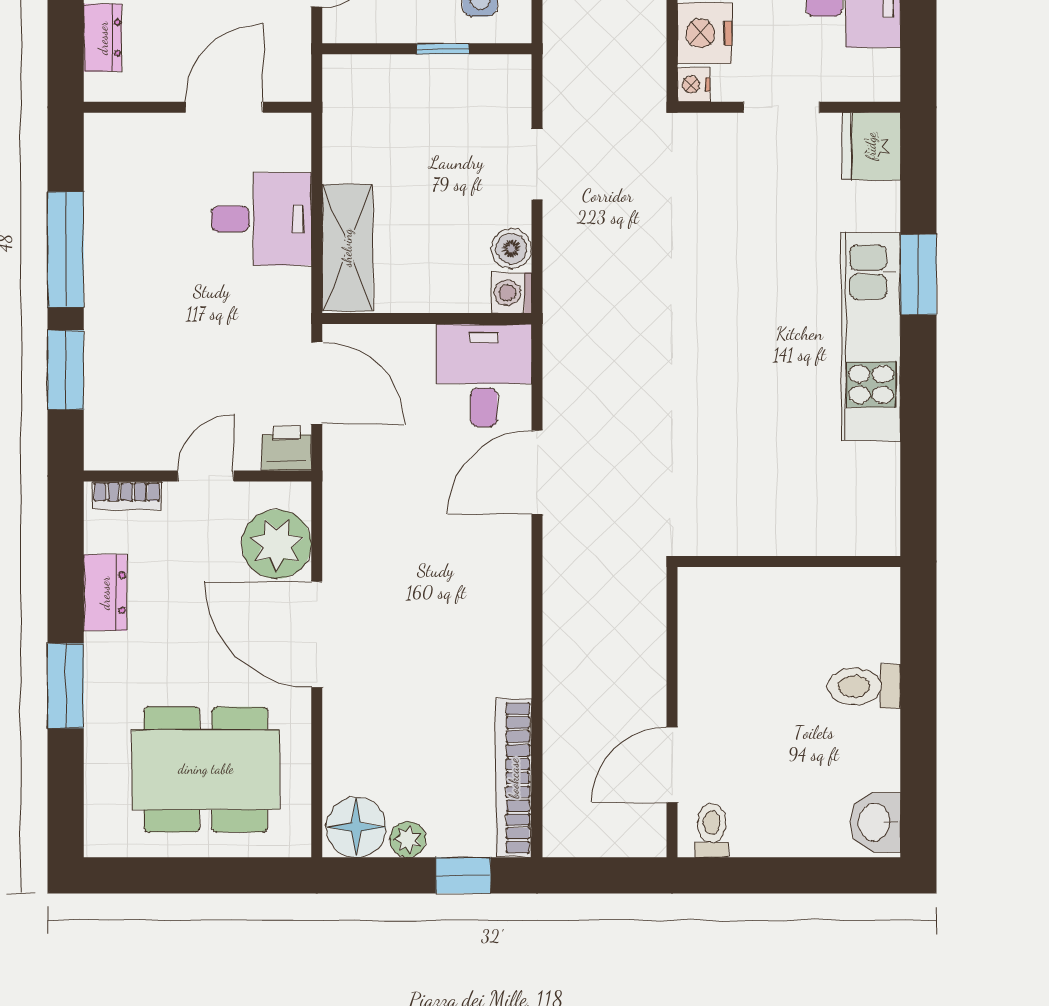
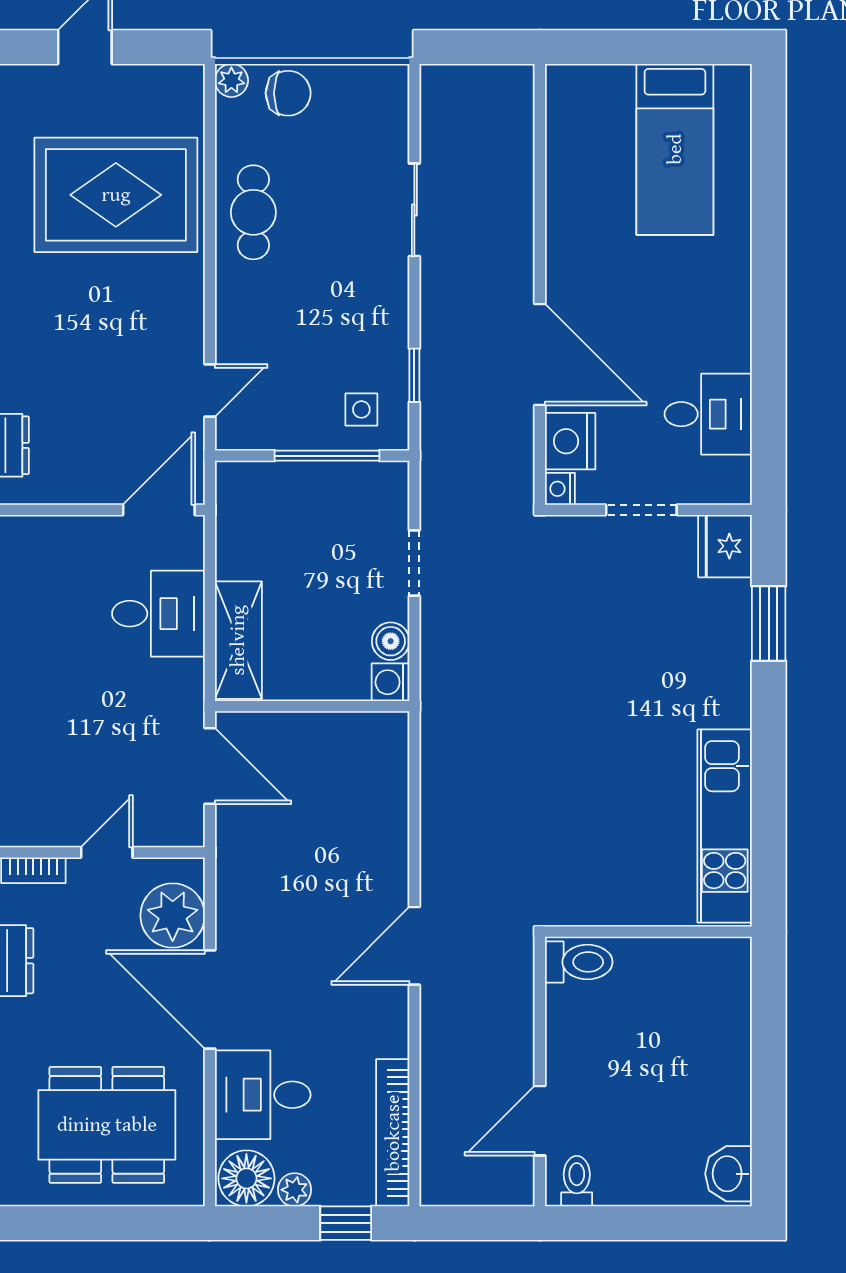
window: (443, 49) -> (327, 456), width x2.17
door: (224, 107) -> (159, 510), moved
window: (918, 275) -> (769, 623), moved
kitchen unit: (871, 337) -> (725, 826), moved
desk: (484, 375) -> (263, 1095), moved, turned -90
printer: (287, 448) -> (182, 826), removed
door: (537, 472) -> (414, 946), moved
toilet: (864, 686) -> (579, 962), moved, turned 180

